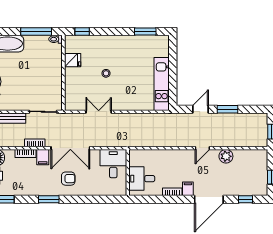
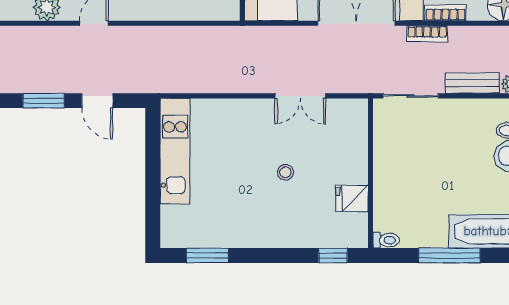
window: (36, 31) -> (449, 256), moved
door: (201, 109) -> (97, 101), hinge flipped

